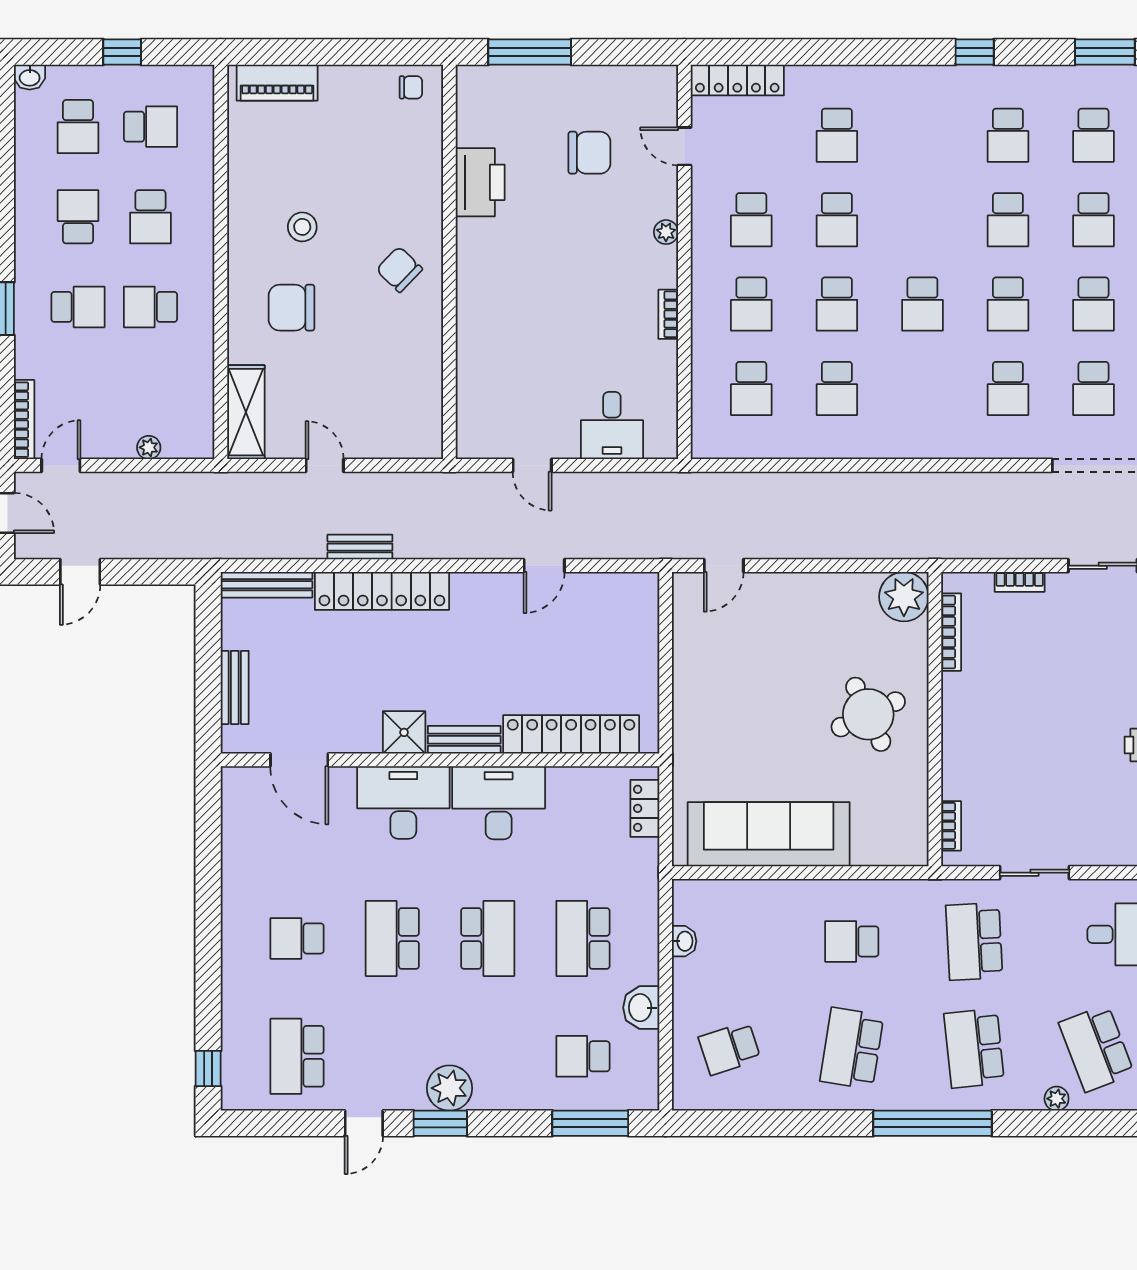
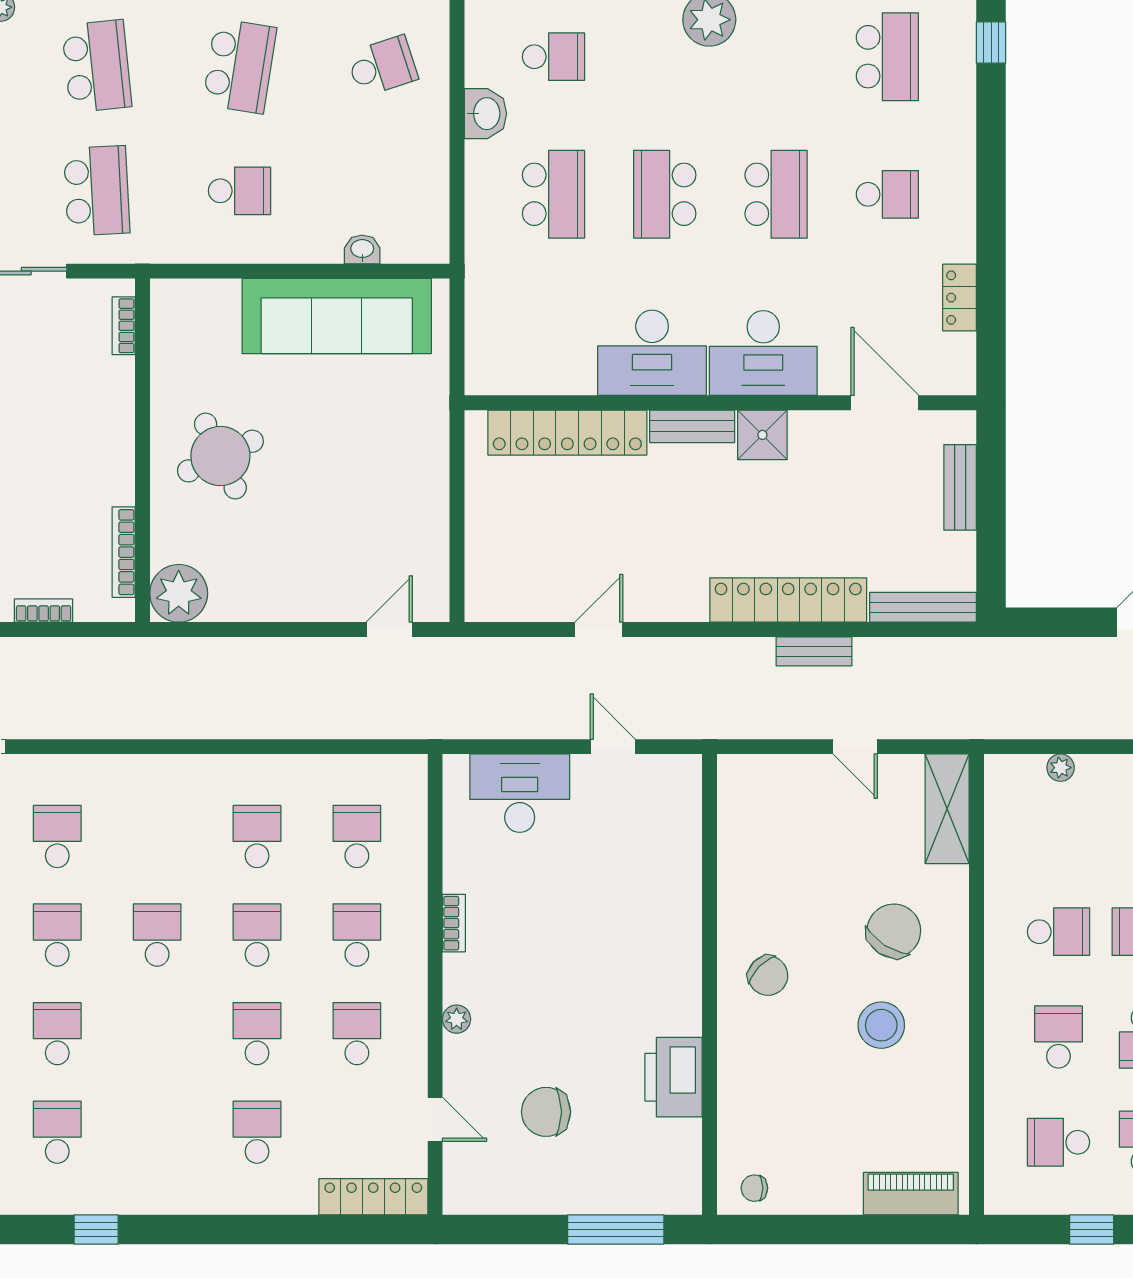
stool: (302, 227) -> (881, 1025), width x1.38, depth x1.38
chair: (292, 308) -> (894, 931), turned -57
desk: (612, 426) -> (520, 793), width x1.37
locker: (645, 808) -> (960, 298), moved, turned 180
washbasin: (684, 941) -> (362, 249), moved, turned 90

